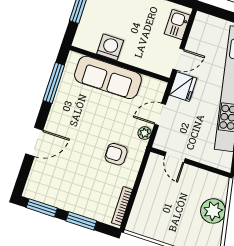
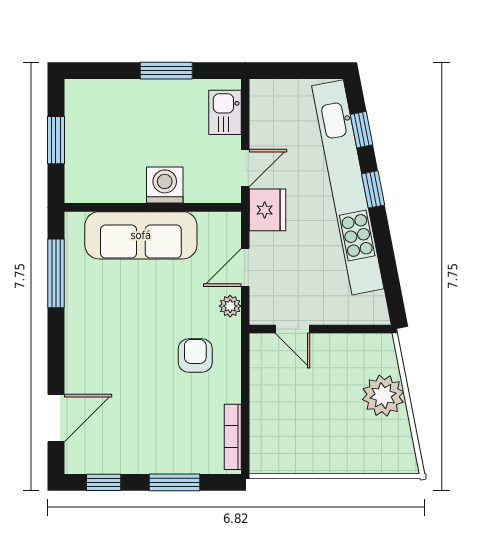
washing machine: (110, 47) -> (165, 185), moved
door: (34, 142) -> (56, 418), moved
armchair: (116, 154) -> (195, 356), turned 90
window: (42, 208) -> (104, 482), width x0.67

